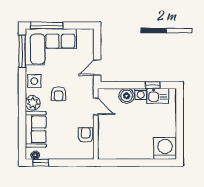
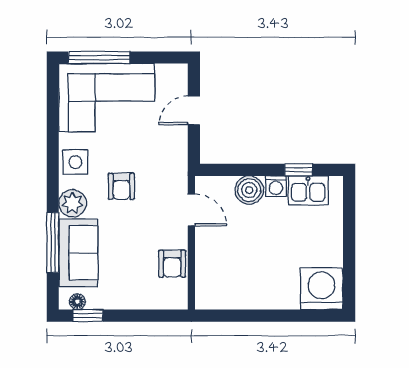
window: (22, 51) -> (53, 243), moved
door: (97, 68) -> (194, 110), moved
armchair: (86, 135) -> (172, 264), turned 180

